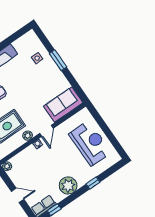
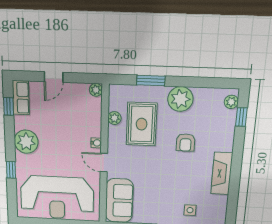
plant: (28, 136) -> (114, 118), moved
reception desk: (90, 143) -> (57, 198), width x1.36, depth x1.30

